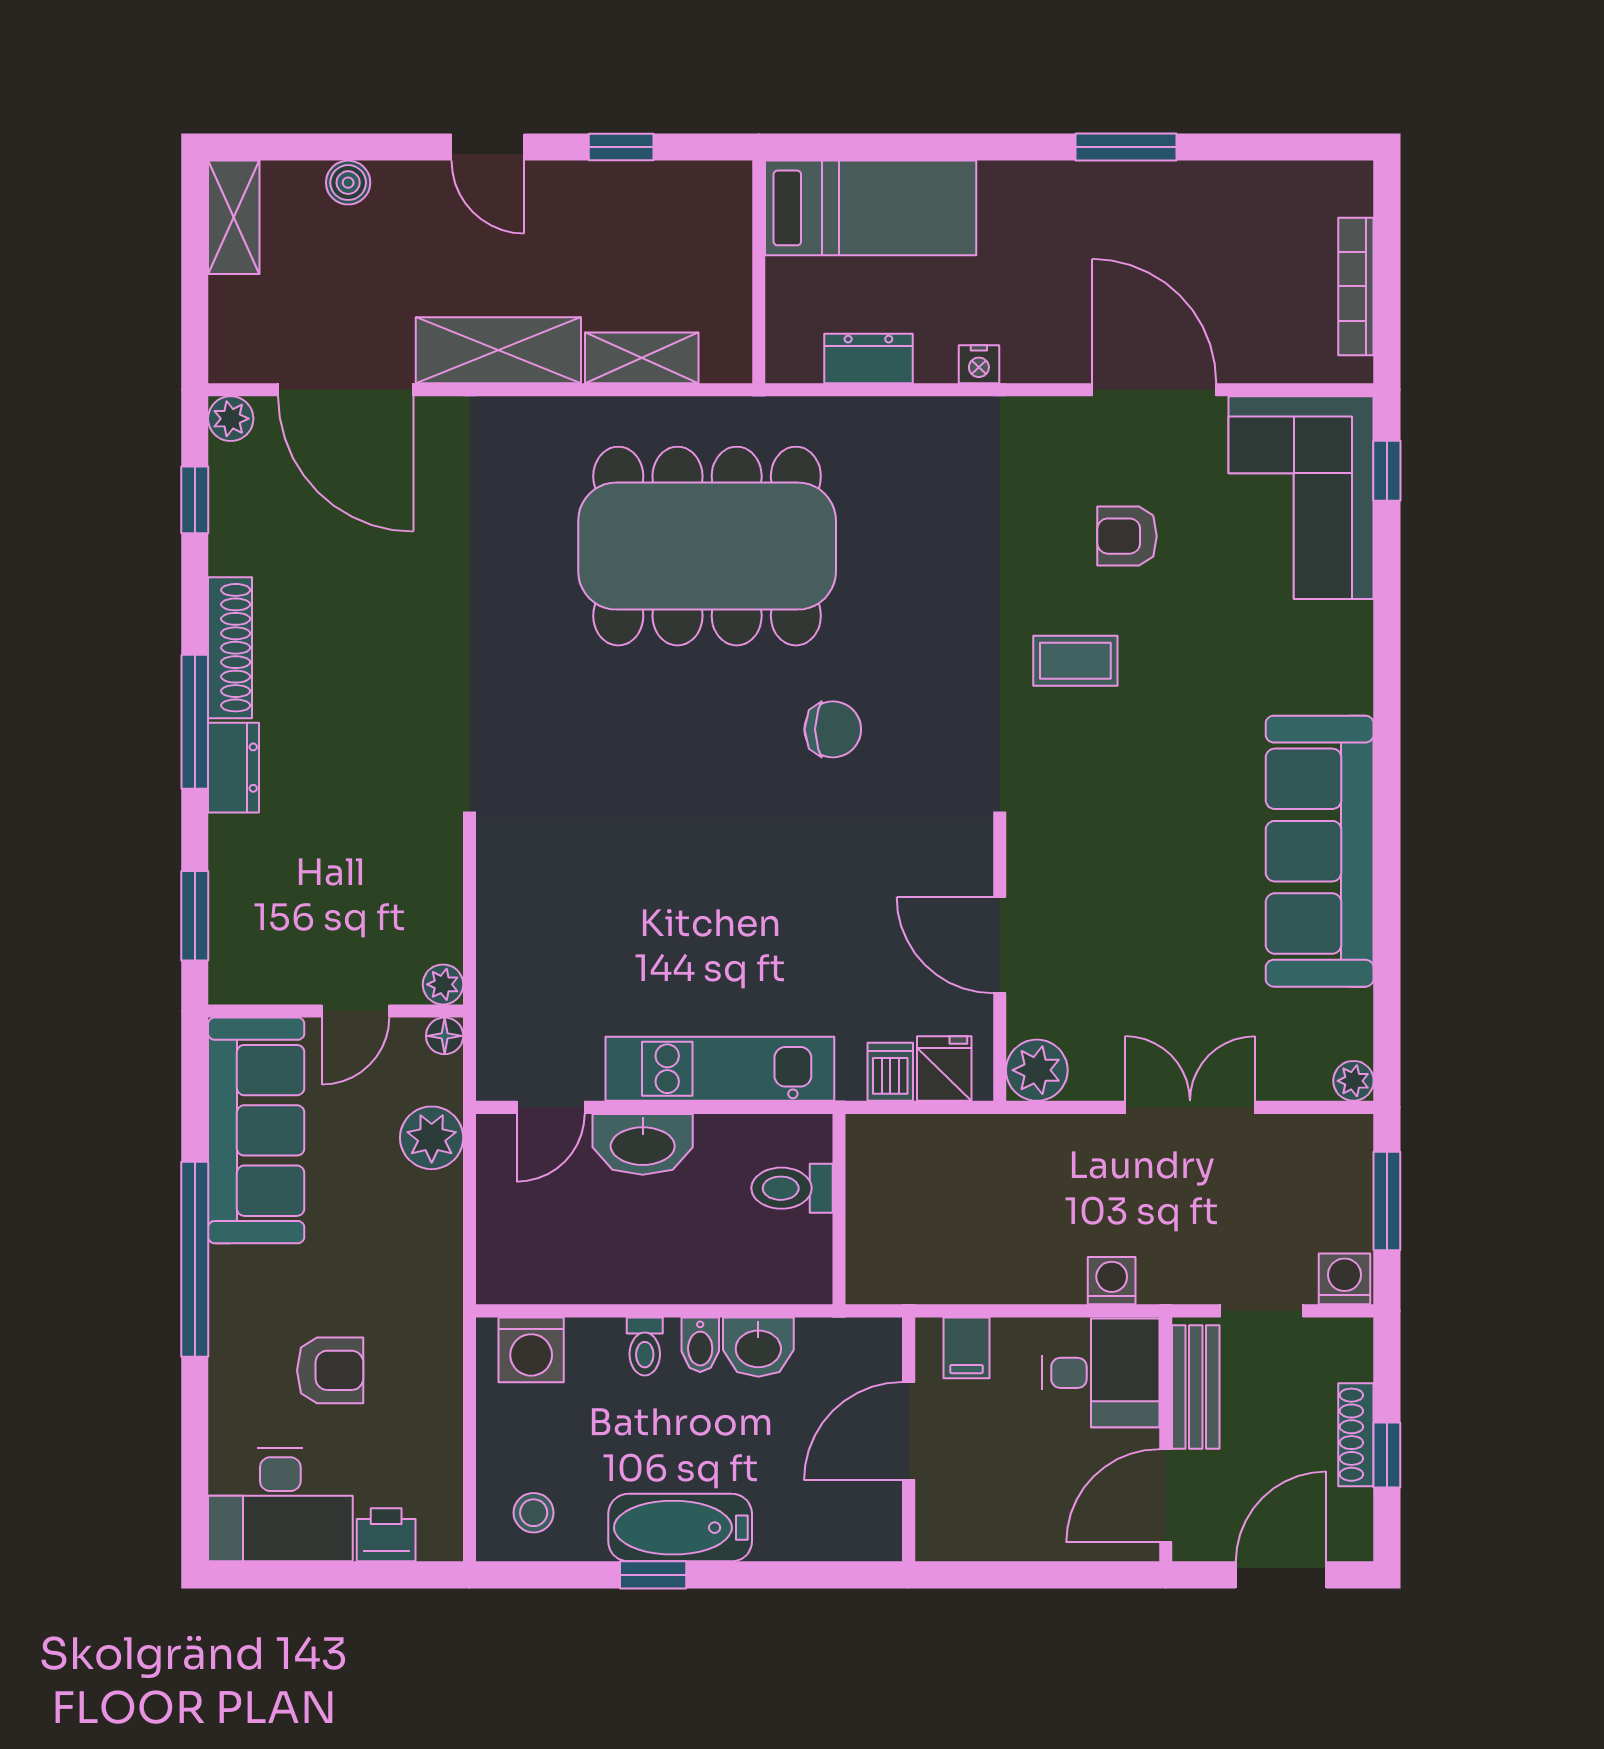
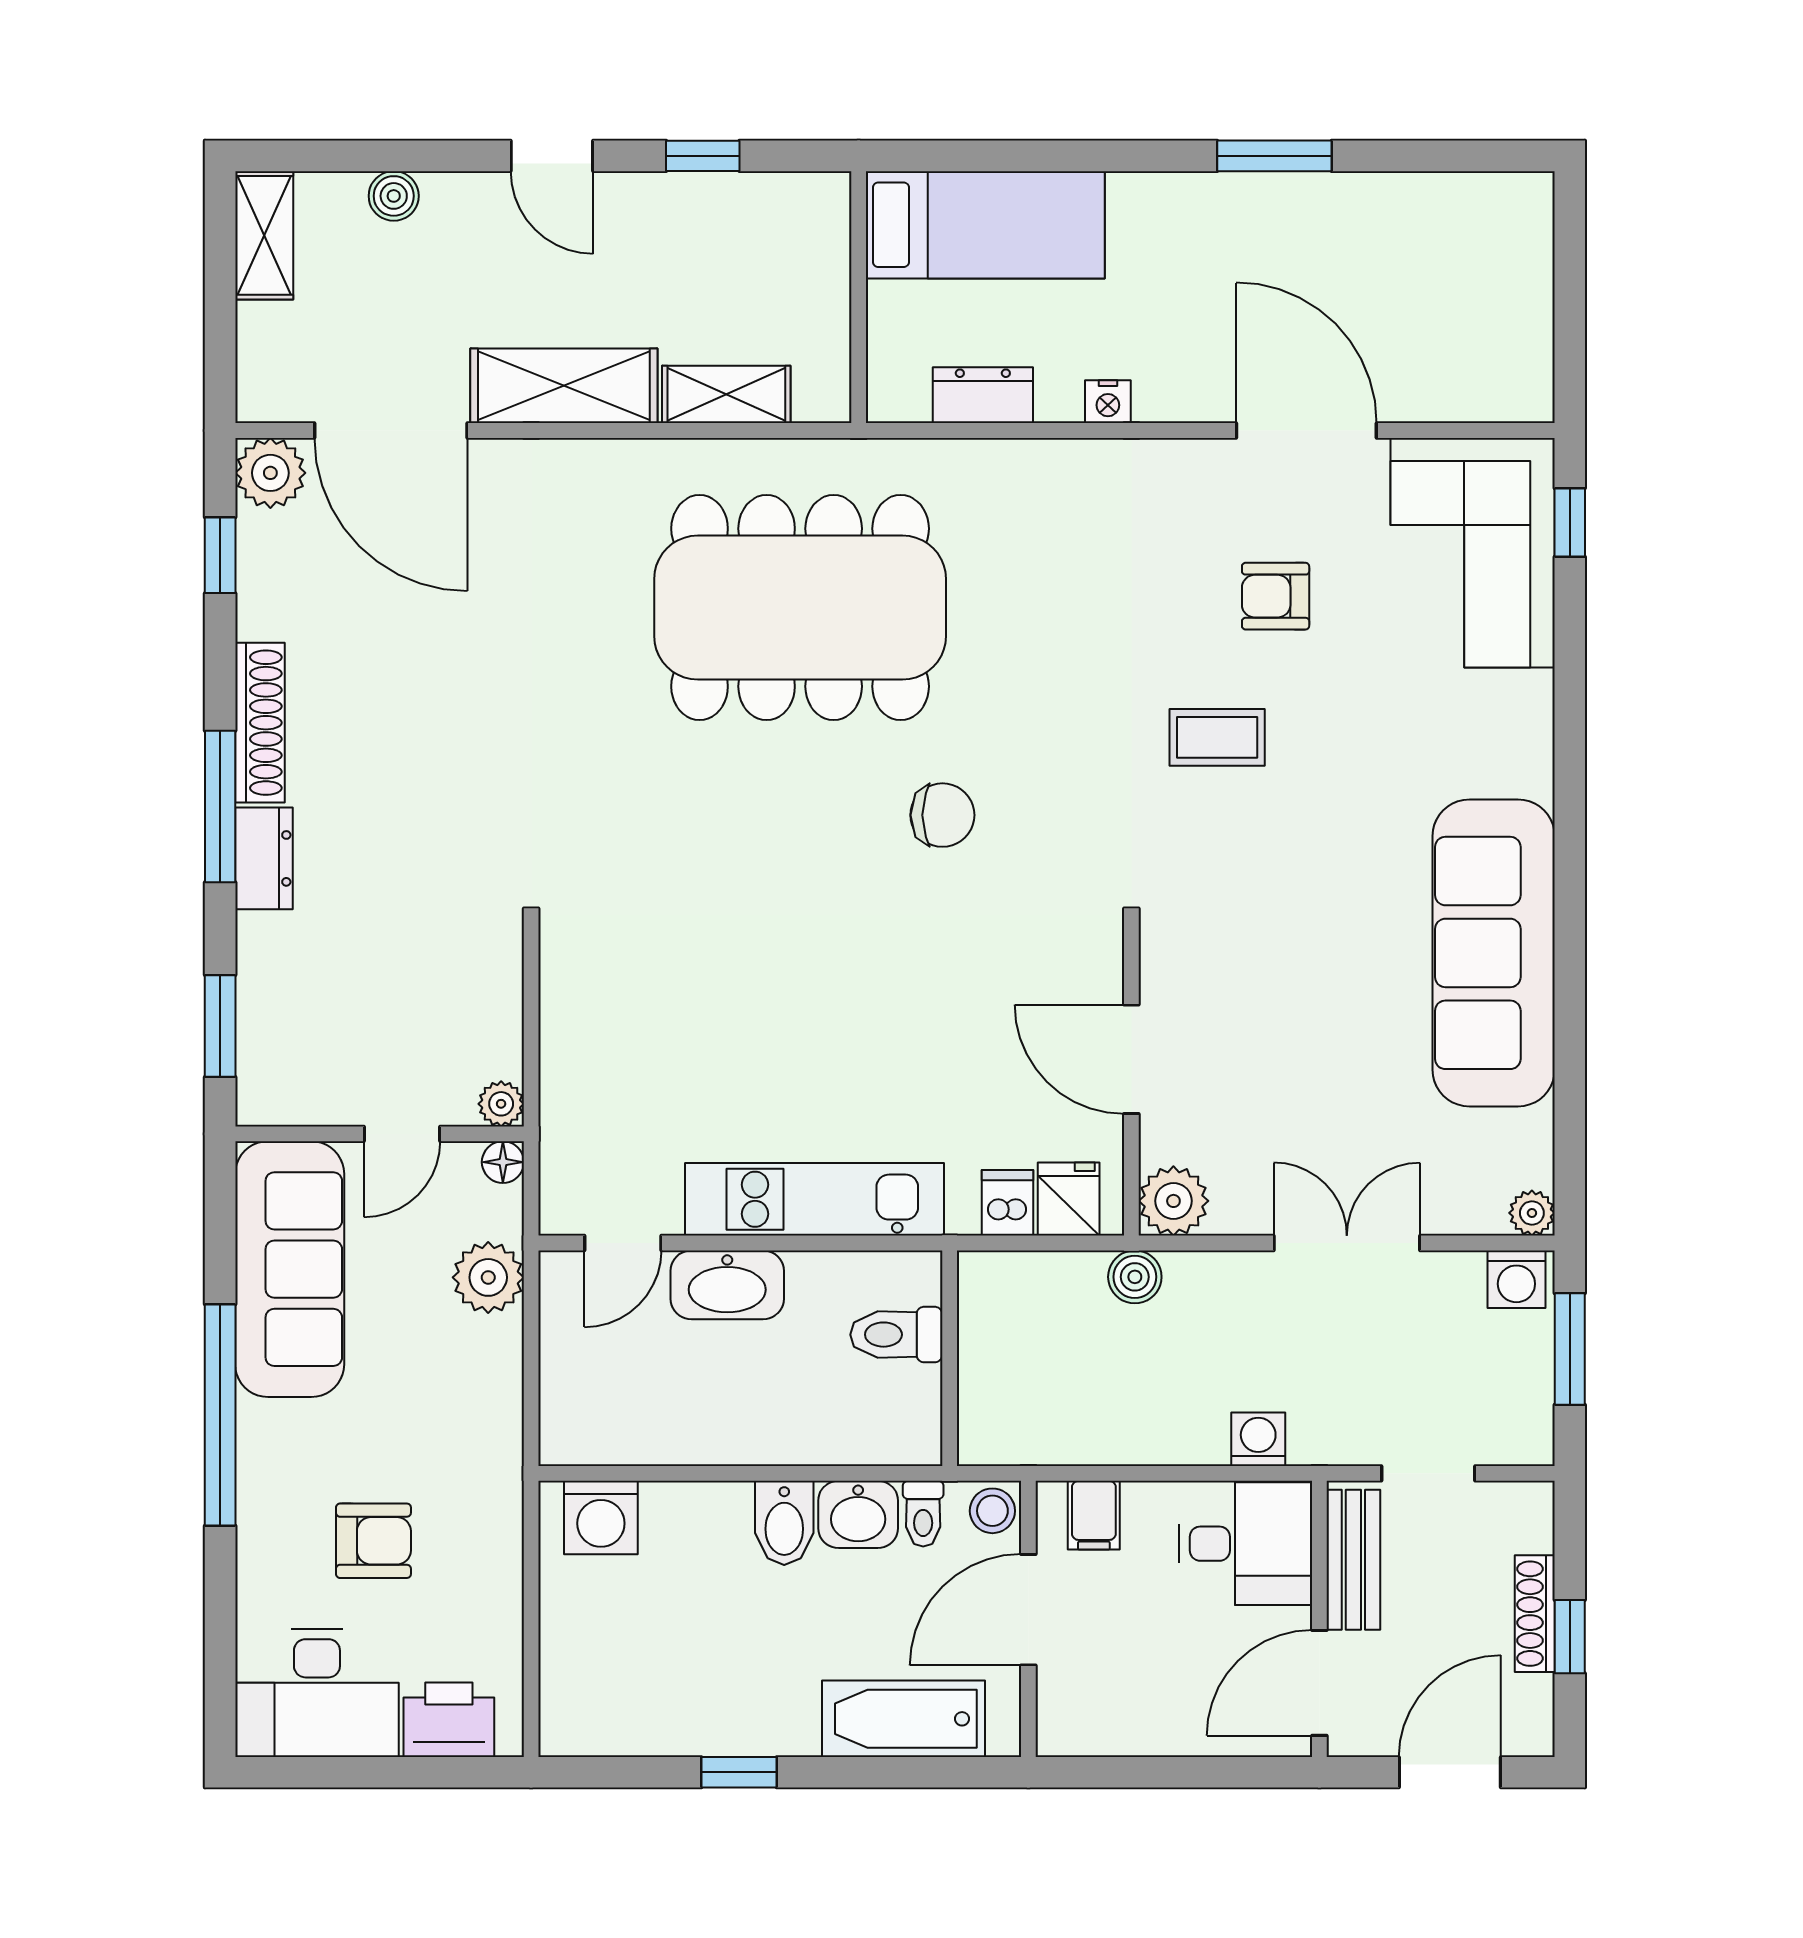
bookcase: (1356, 286) -> (1535, 314), removed
plant: (231, 419) -> (270, 473), width x1.38, depth x1.38
boiler: (1003, 1137) -> (1135, 1277), added
washing machine: (1345, 1279) -> (1516, 1279), moved, turned 180
bidet: (700, 1345) -> (784, 1523), width x1.38, depth x1.36
toilet: (645, 1346) -> (923, 1514), moved
stool: (534, 1513) -> (992, 1511), moved
bathtub: (680, 1528) -> (903, 1719), moved
printer: (386, 1535) -> (449, 1720), width x1.36, depth x1.24

